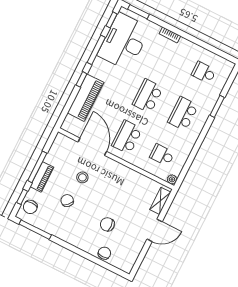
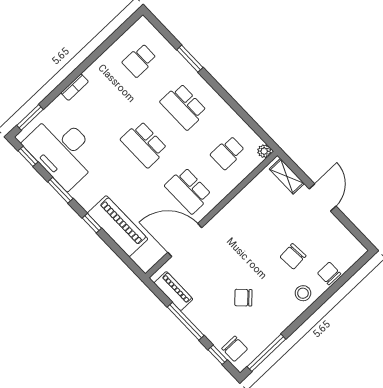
window: (96, 50) -> (60, 190), width x0.69
piano: (42, 177) -> (173, 291), moved
stool: (82, 177) -> (303, 293), moved

